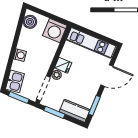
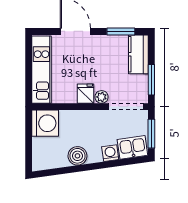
boiler: (30, 22) -> (77, 156), moved
washing machine: (20, 55) -> (110, 153), moved

